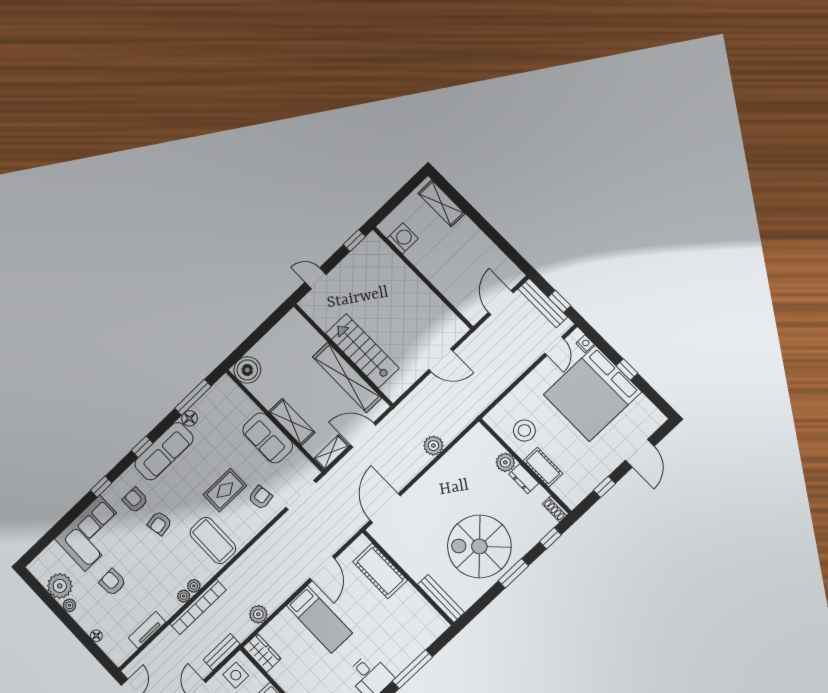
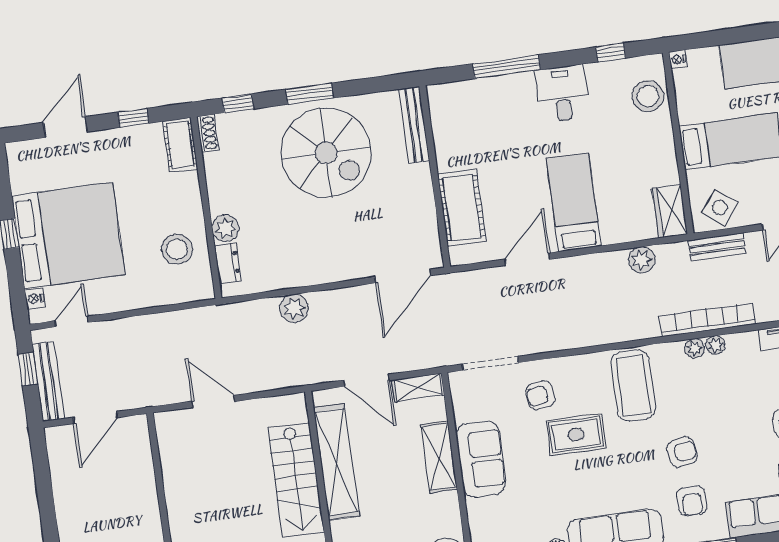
cot: (543, 467) -> (180, 145), moved
dresser: (524, 479) -> (228, 263), moved
side table: (236, 675) -> (720, 208), turned 37

